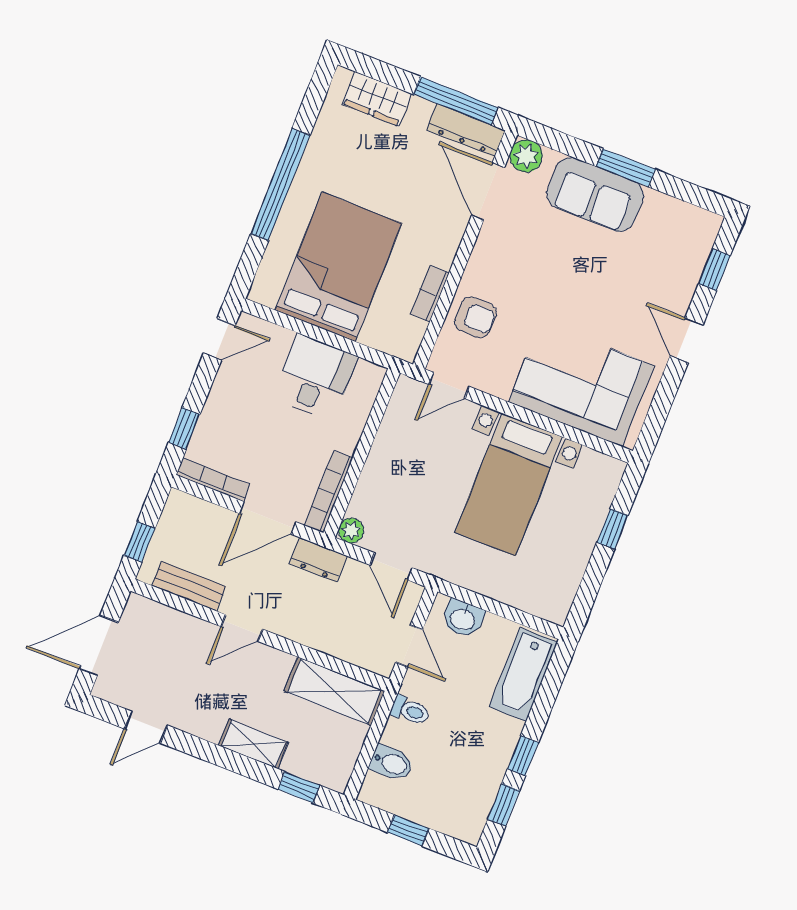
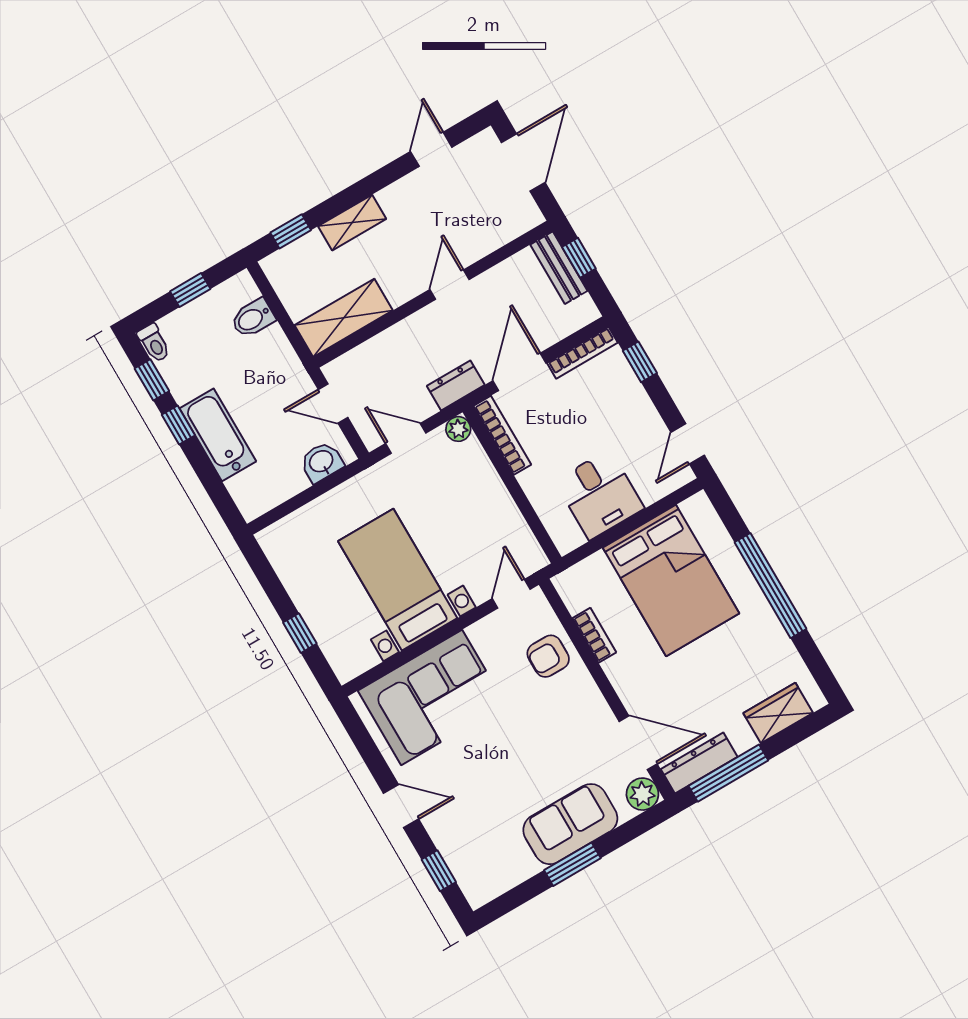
bench: (189, 586) -> (559, 268), moved, turned 90
bathtub: (523, 675) -> (218, 435), moved
toilet: (410, 711) -> (154, 343), moved, turned -90

